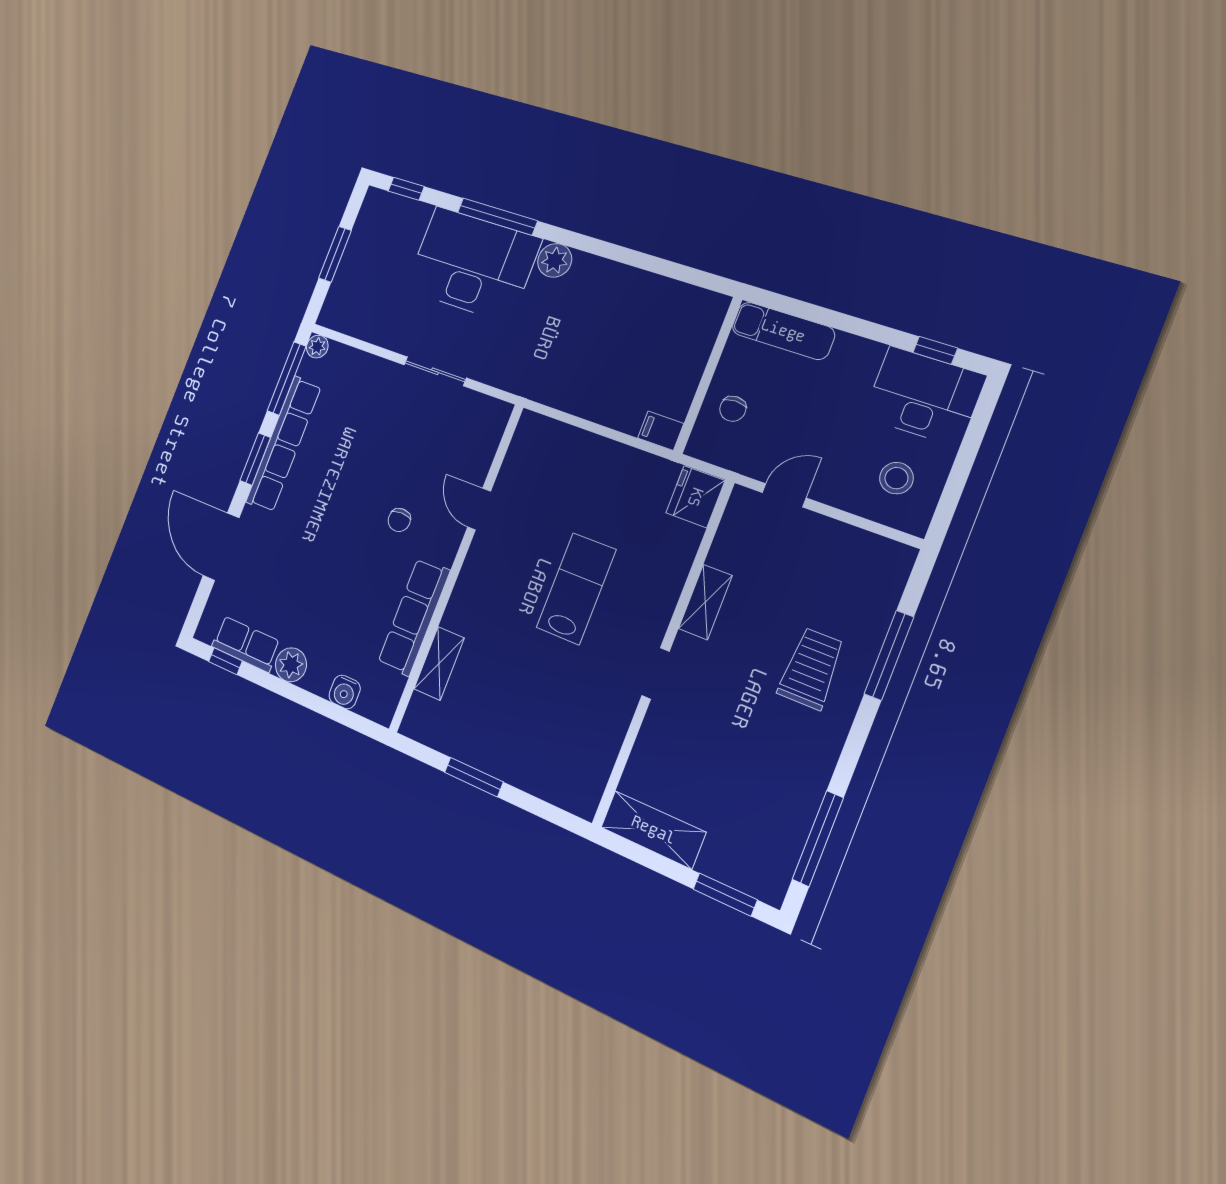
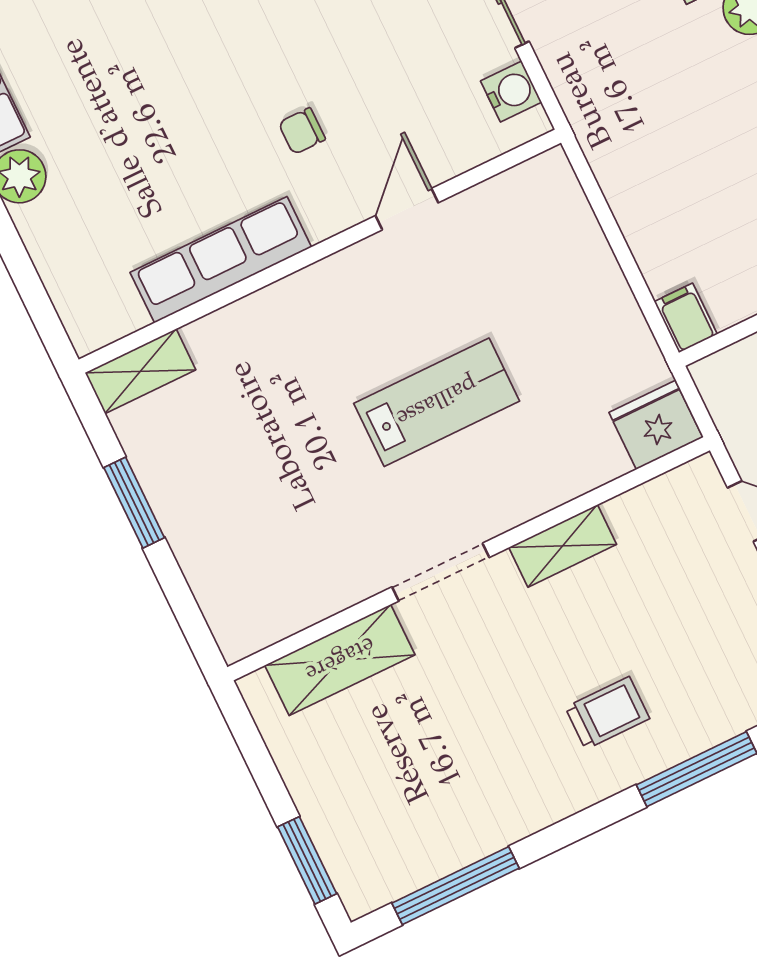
shelving: (439, 663) -> (140, 371), moved
trolley: (811, 669) -> (607, 713), width x0.73, depth x0.72
doorway: (656, 673) -> (441, 572), width x1.38
water cooler: (345, 692) -> (511, 91), moved, turned 180
shelving: (653, 830) -> (340, 660), moved, turned 90

